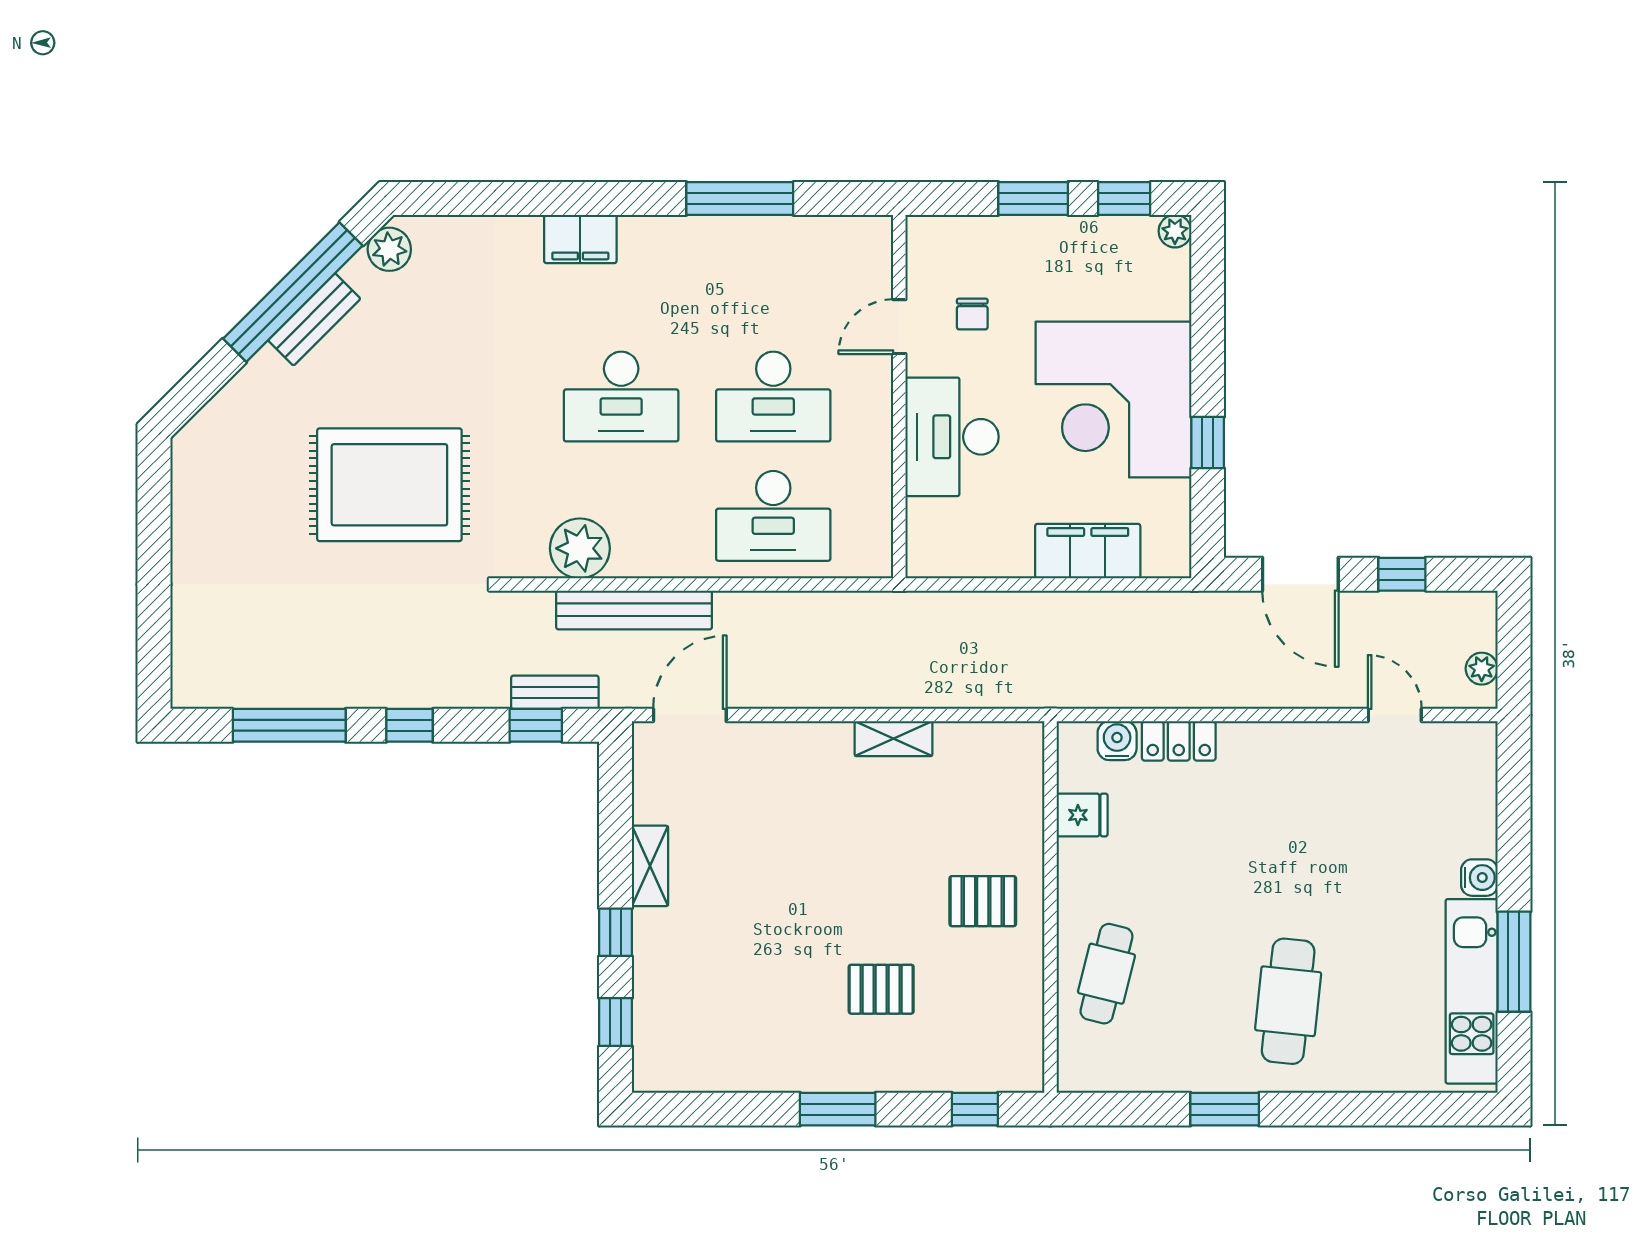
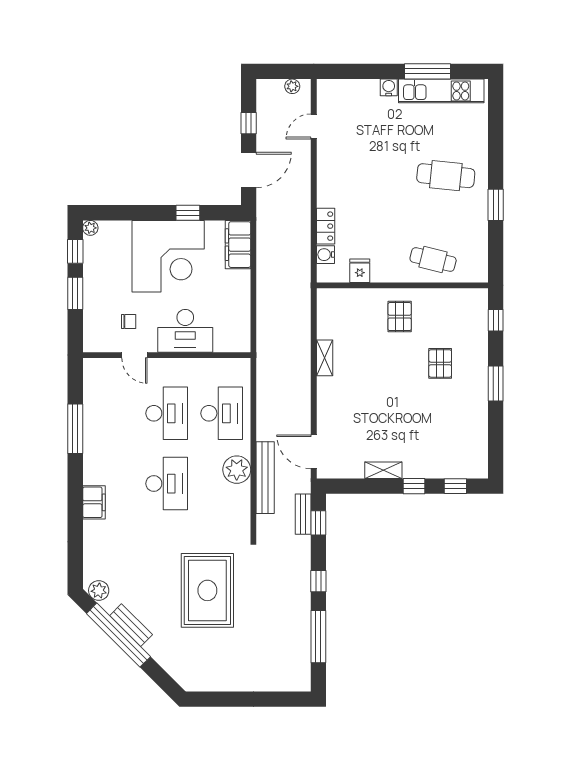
plant: (580, 548) -> (237, 470), moved
filing cabinet: (1088, 551) -> (238, 245), moved

